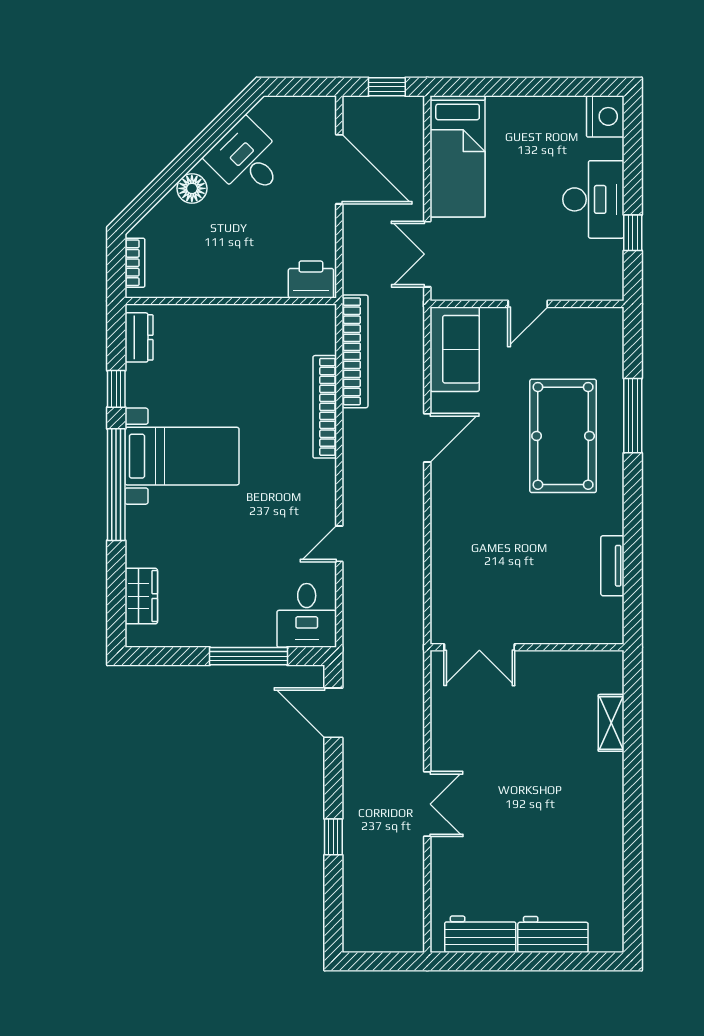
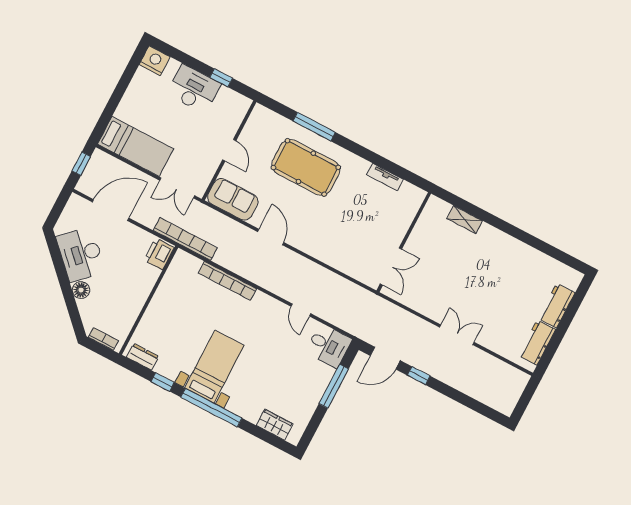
desk: (247, 159) -> (81, 254), width x1.37
bookcase: (355, 351) -> (185, 239), moved
window: (333, 837) -> (419, 376), moved

